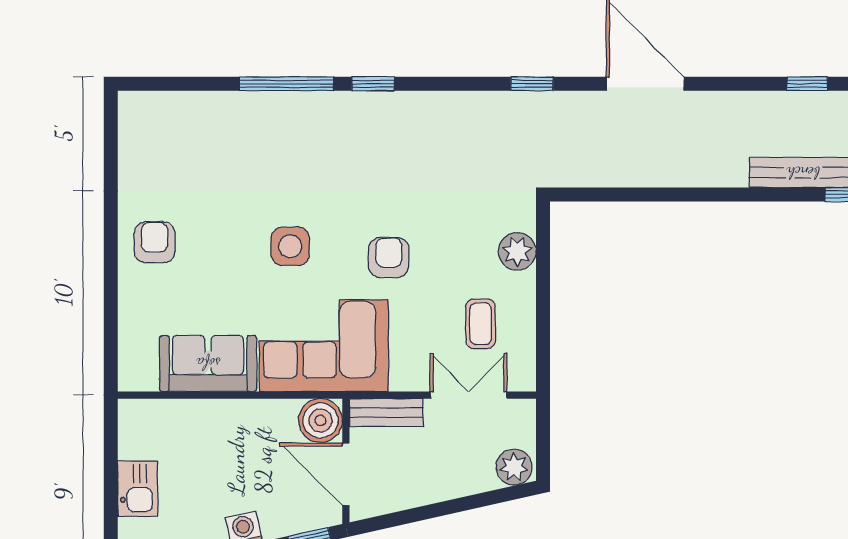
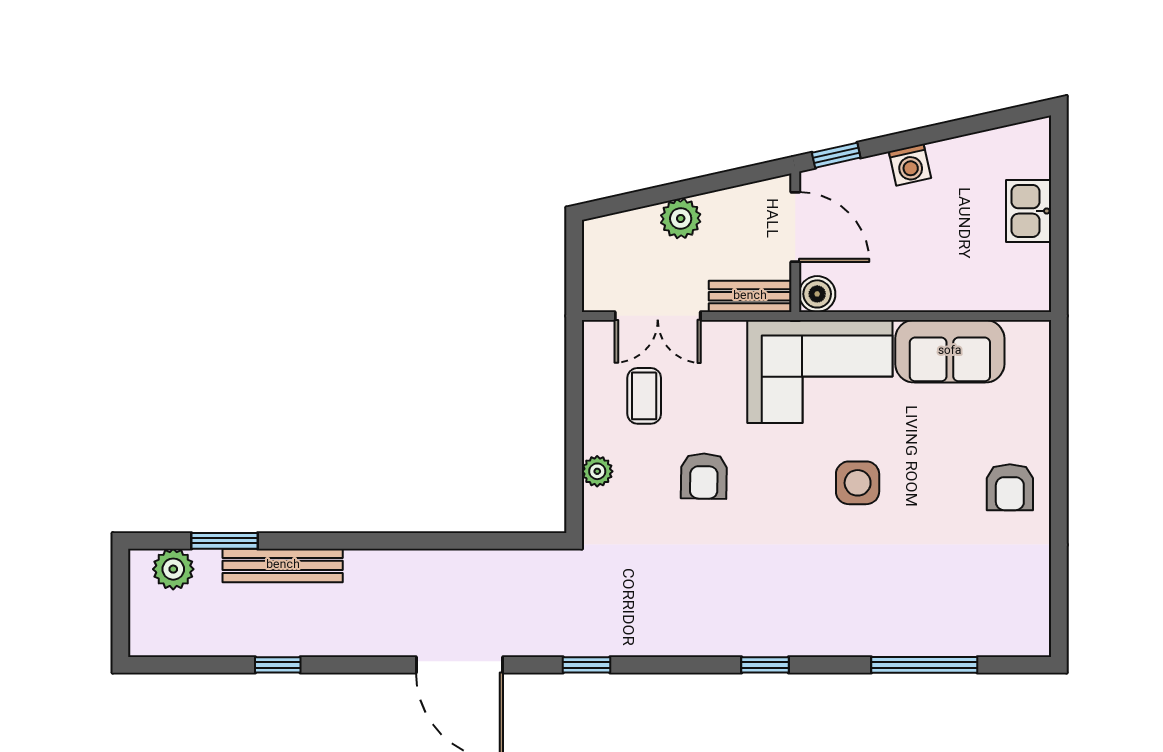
window: (287, 84) -> (924, 665), moved
plant: (517, 251) -> (597, 471), width x0.73, depth x0.73
armchair: (389, 258) -> (704, 476), moved
boiler: (320, 420) -> (817, 294), width x0.73, depth x0.73
plant: (514, 467) -> (681, 218), moved

